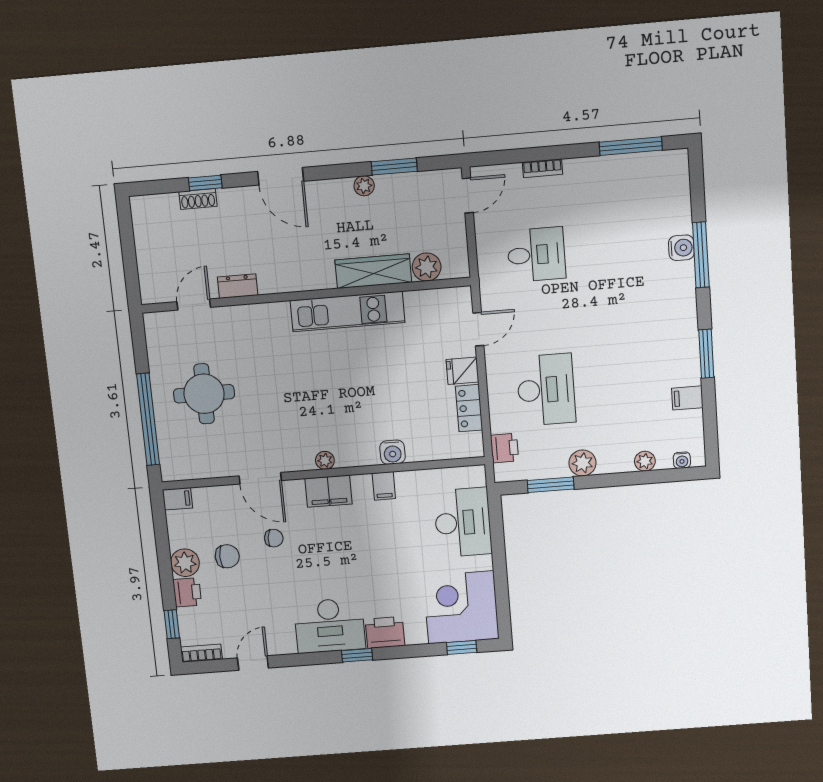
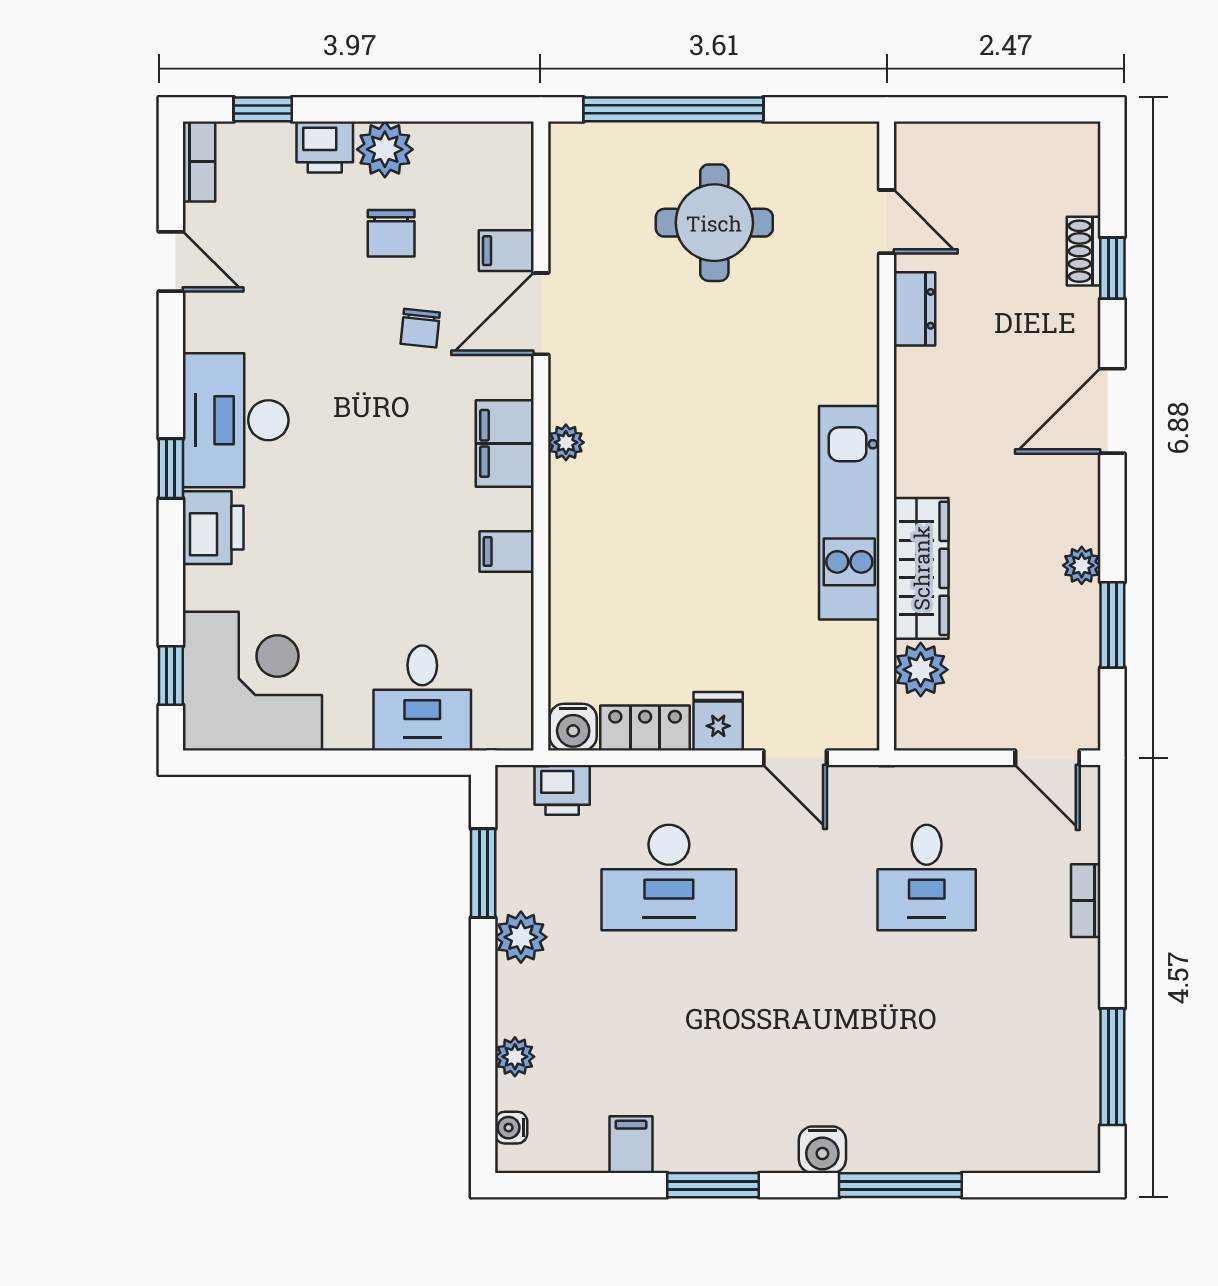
water cooler: (681, 248) -> (822, 1150), moved
water cooler: (392, 452) -> (573, 727), moved, turned -90
filing cabinet: (177, 499) -> (506, 251), moved, turned 90
desk: (463, 522) -> (422, 698), width x0.73

